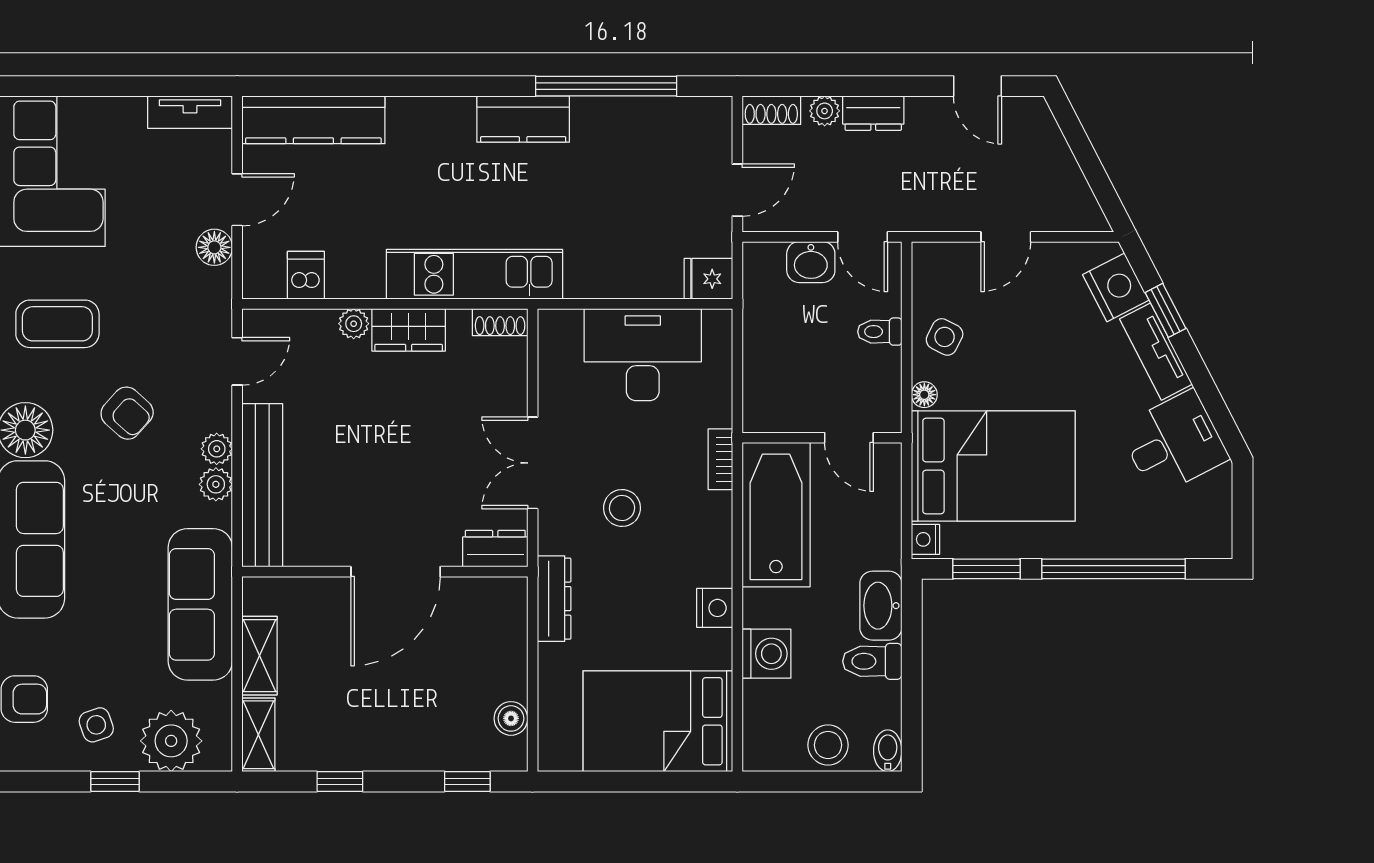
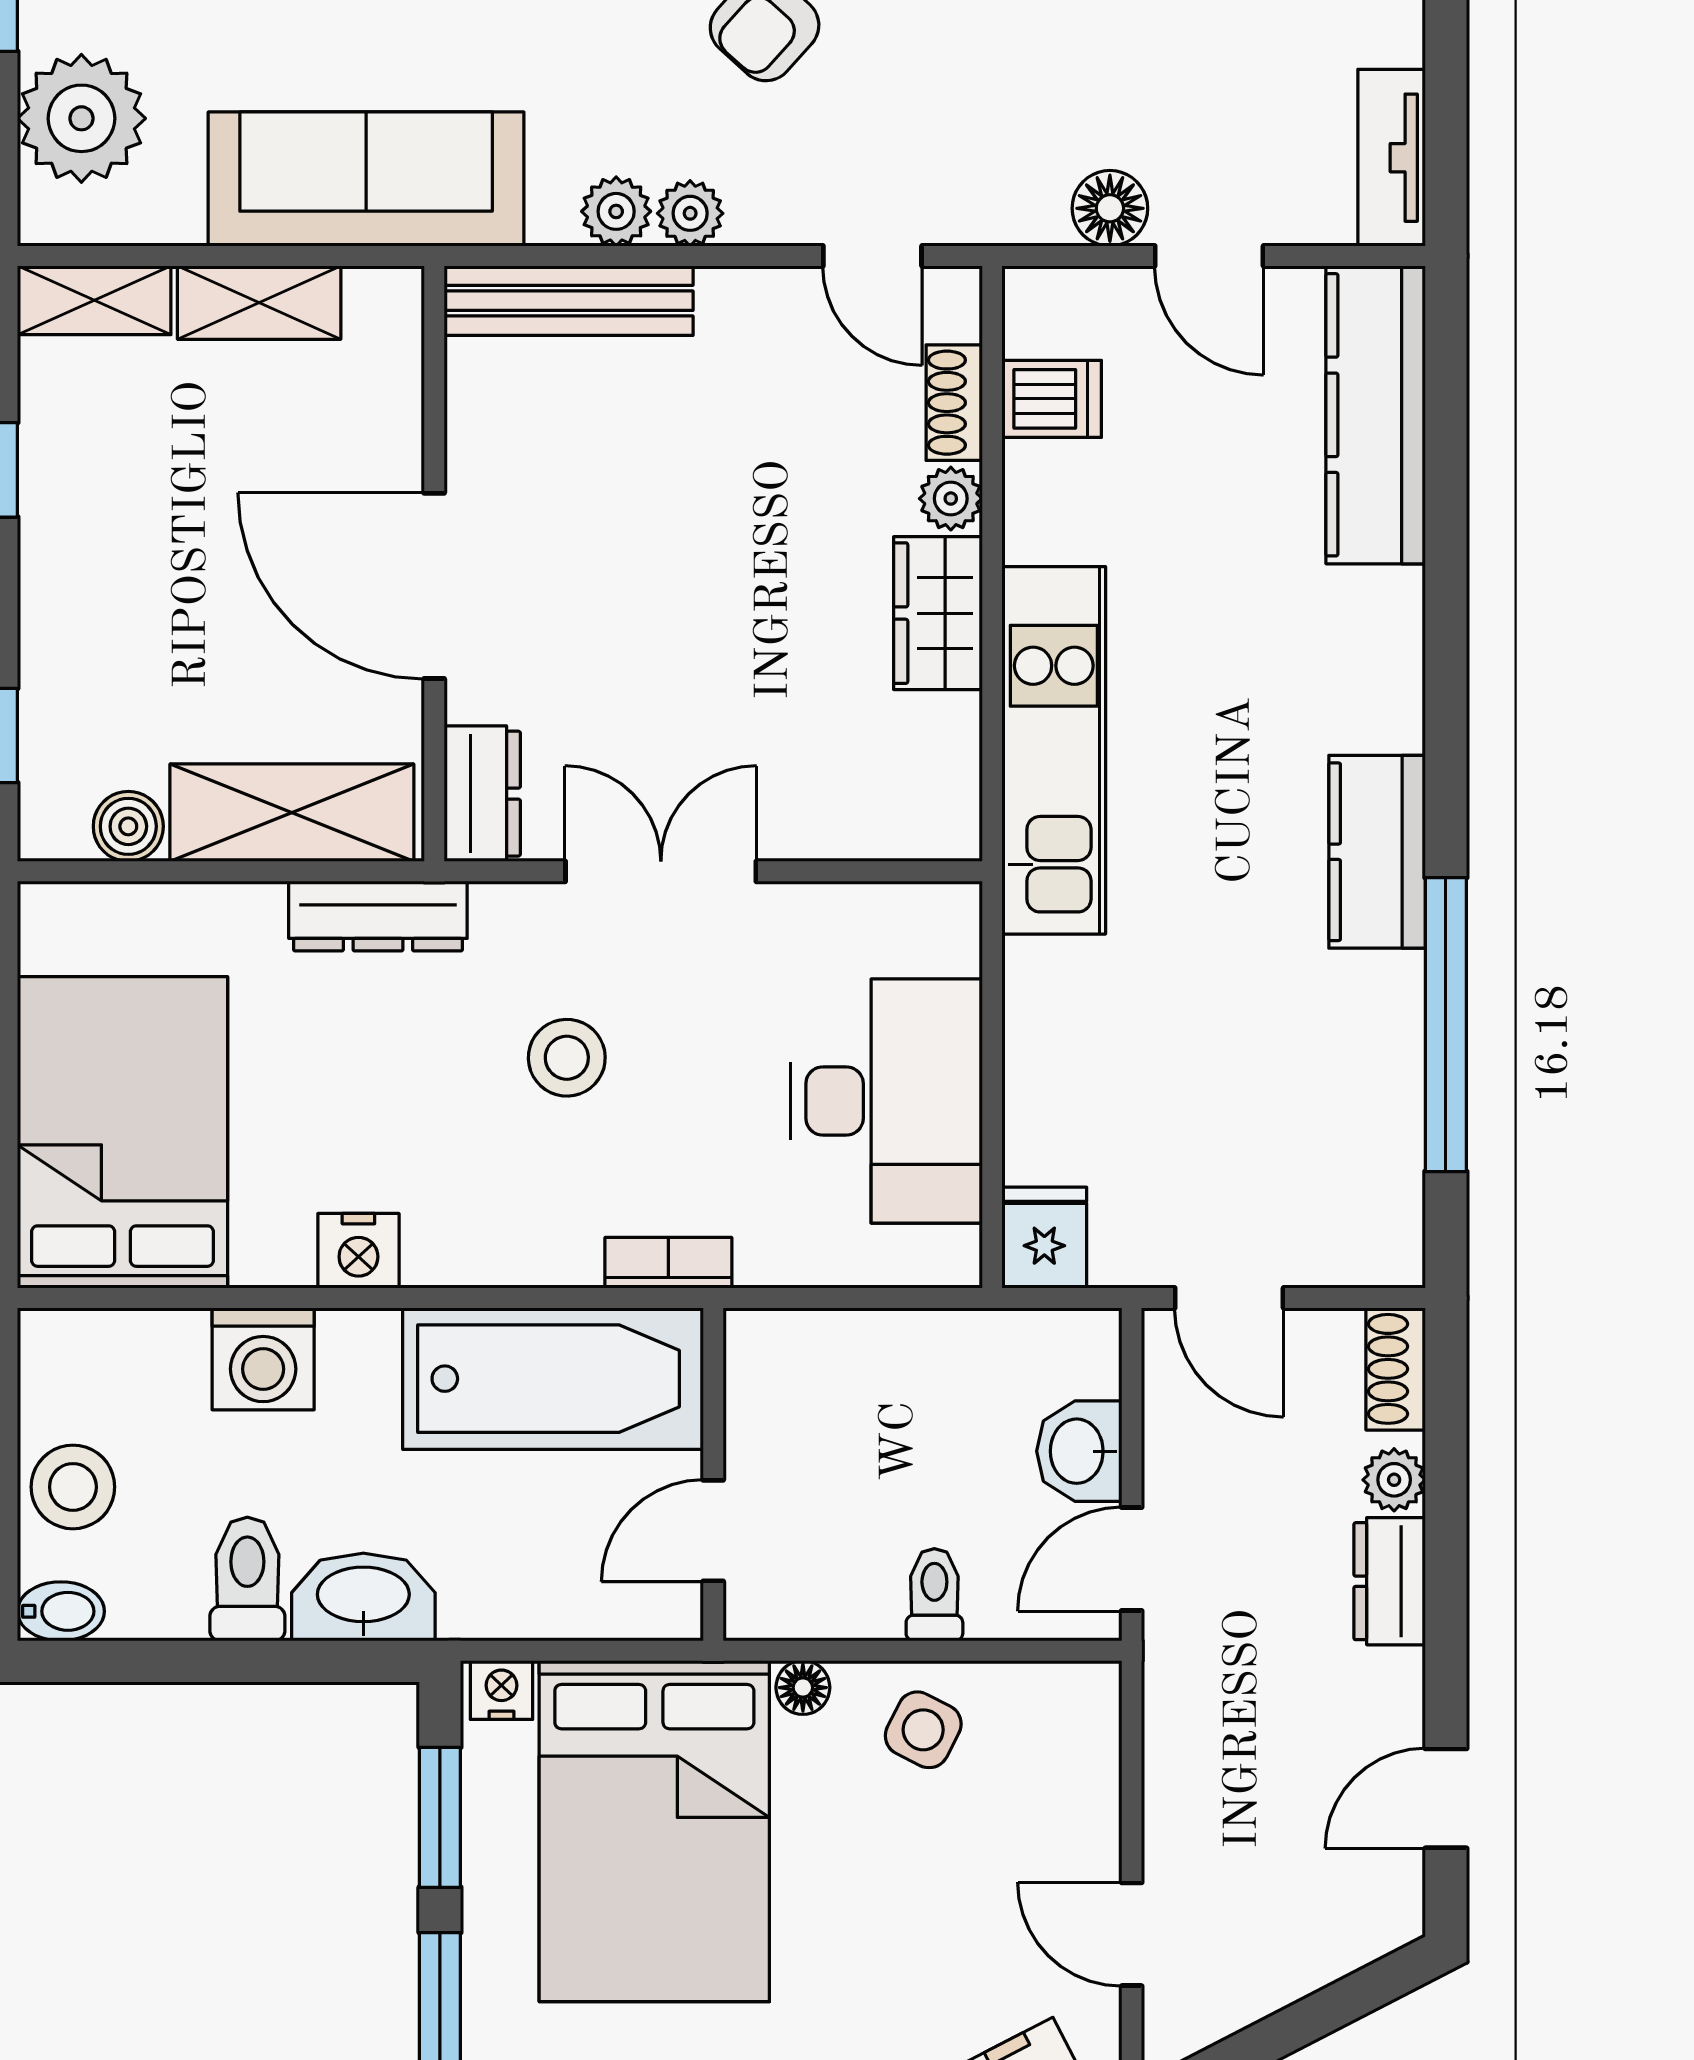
door: (1006, 237) -> (1132, 1934), moved
shoe rack: (500, 322) -> (954, 403), moved
bench: (262, 485) -> (569, 301), width x0.73, depth x0.82
shelving: (504, 640) -> (292, 813), added

